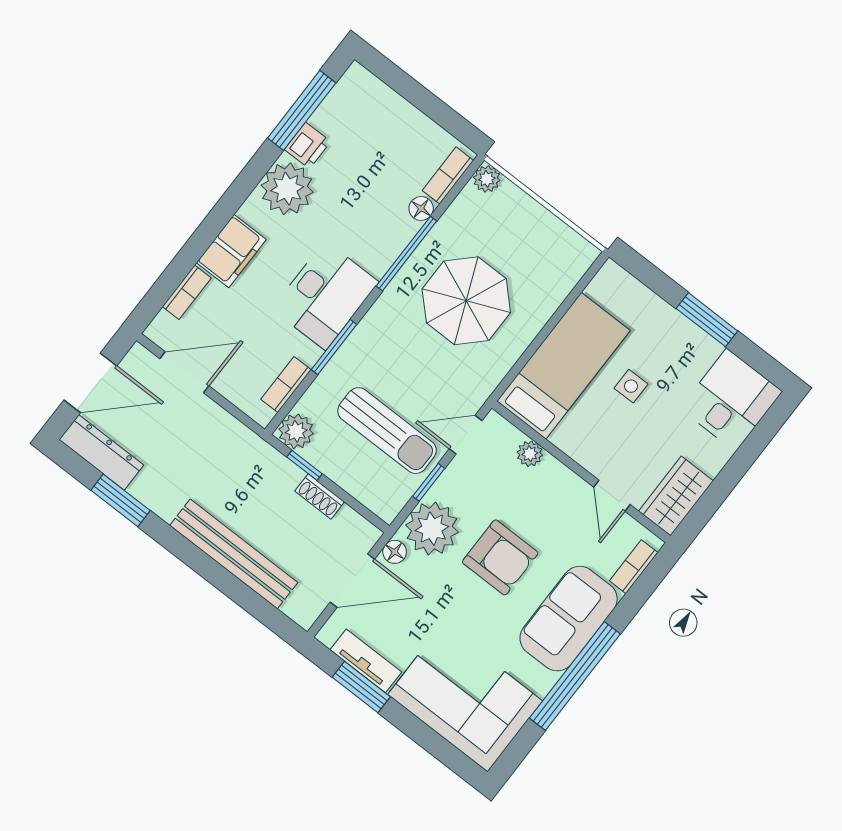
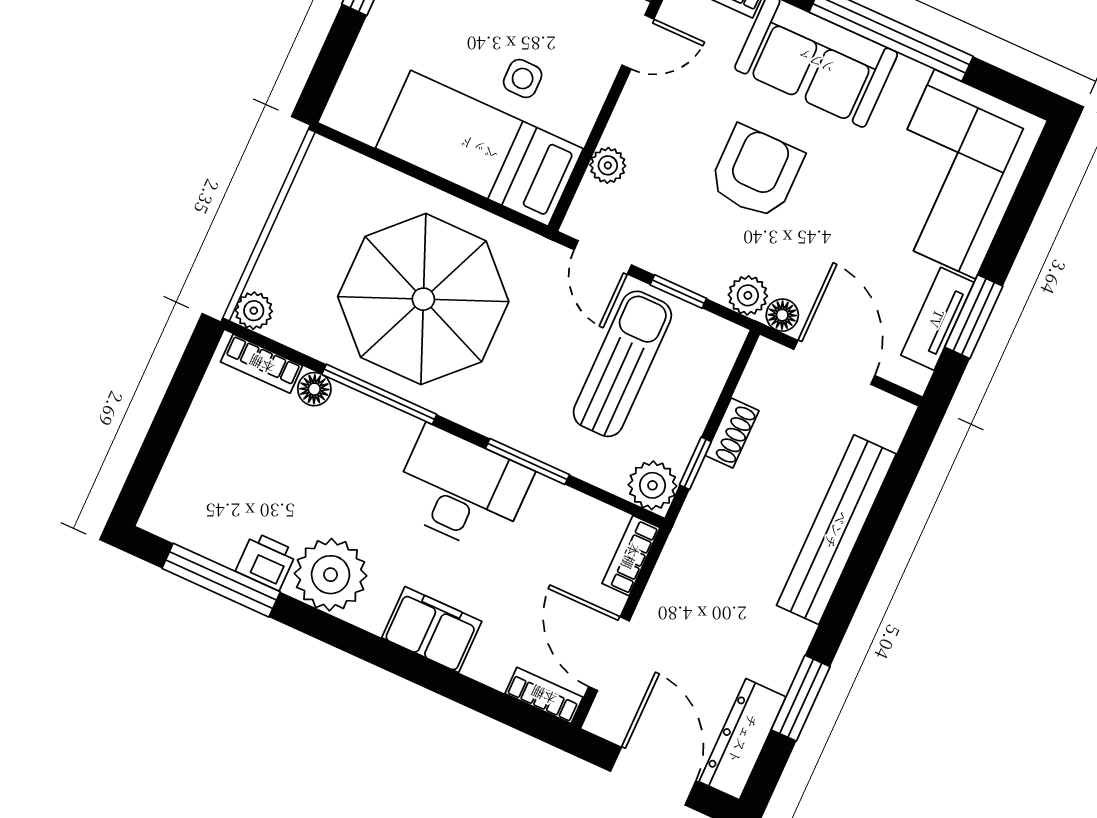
bookcase: (187, 292) -> (544, 695), moved
parasol: (466, 301) -> (423, 299), width x1.36, depth x1.36
bookcase: (286, 385) -> (631, 556), moved, turned 90
side table: (631, 386) -> (523, 78), moved
plant: (432, 529) -> (748, 295), width x0.53, depth x0.53

